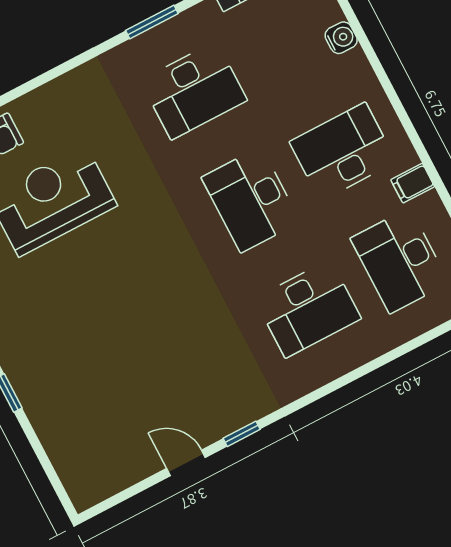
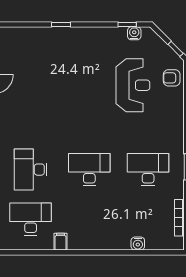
desk: (194, 91) -> (148, 170), turned 90
desk: (343, 152) -> (89, 219), removed

